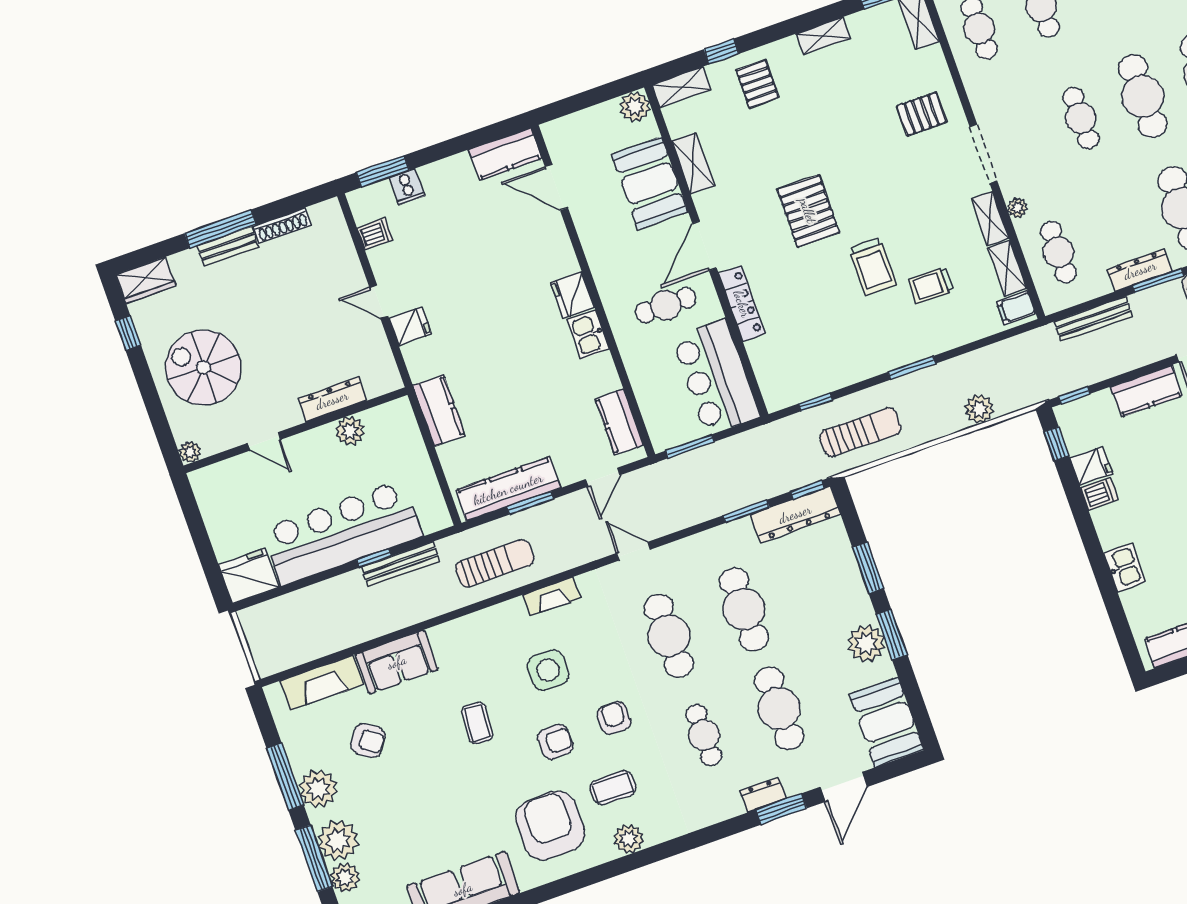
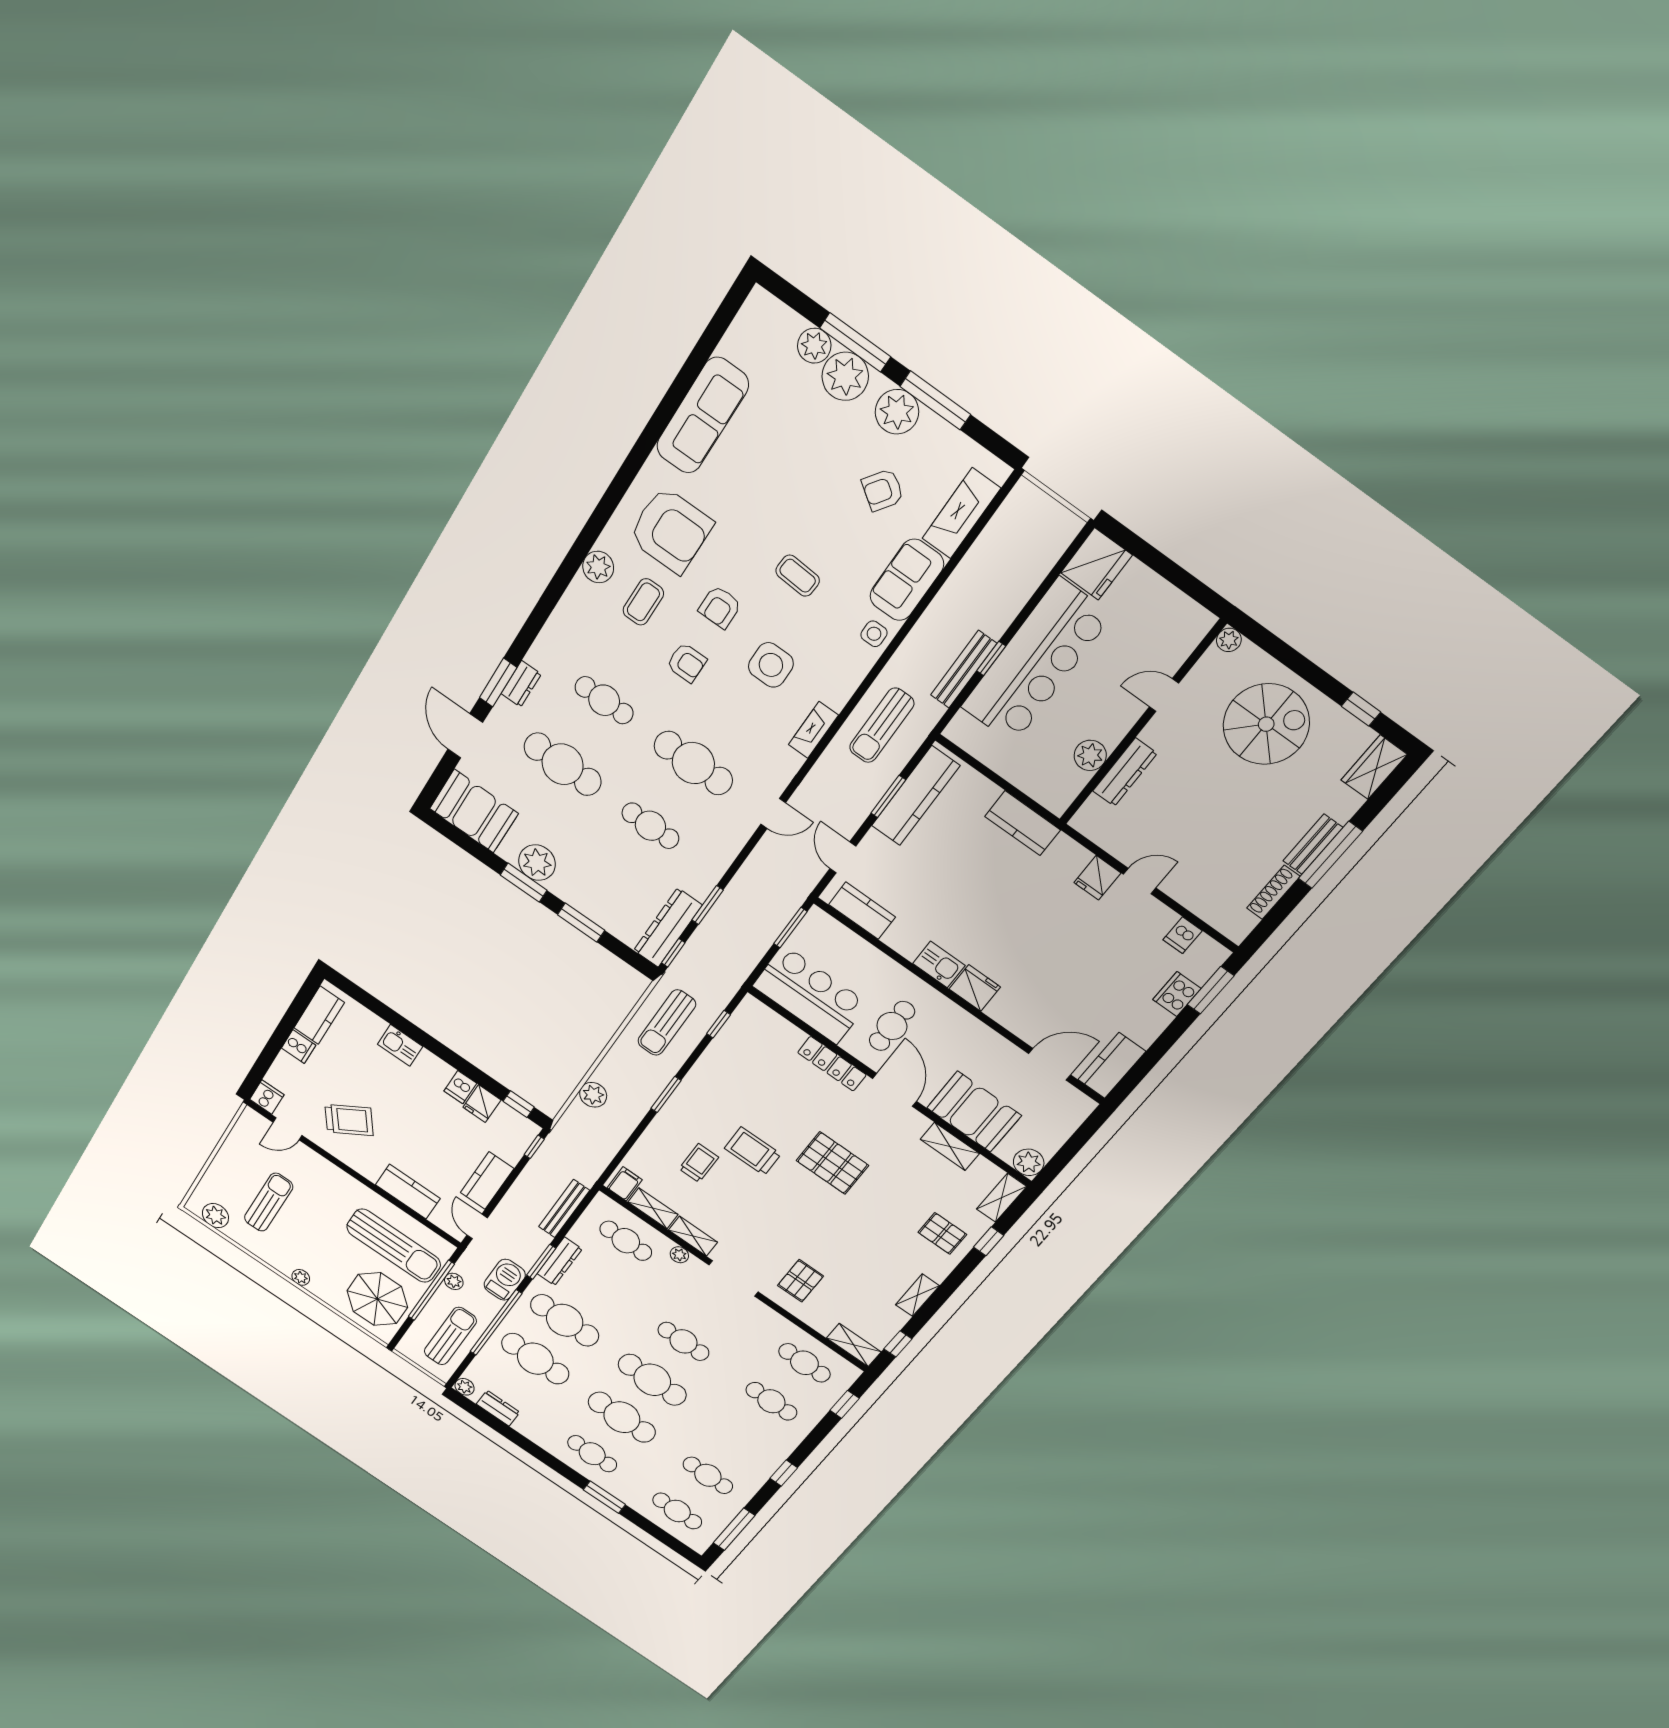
cooker: (407, 187) -> (1177, 994), width x1.36
cafe table: (744, 609) -> (650, 826), width x0.73, depth x0.74
side table: (450, 639) -> (874, 634), added

